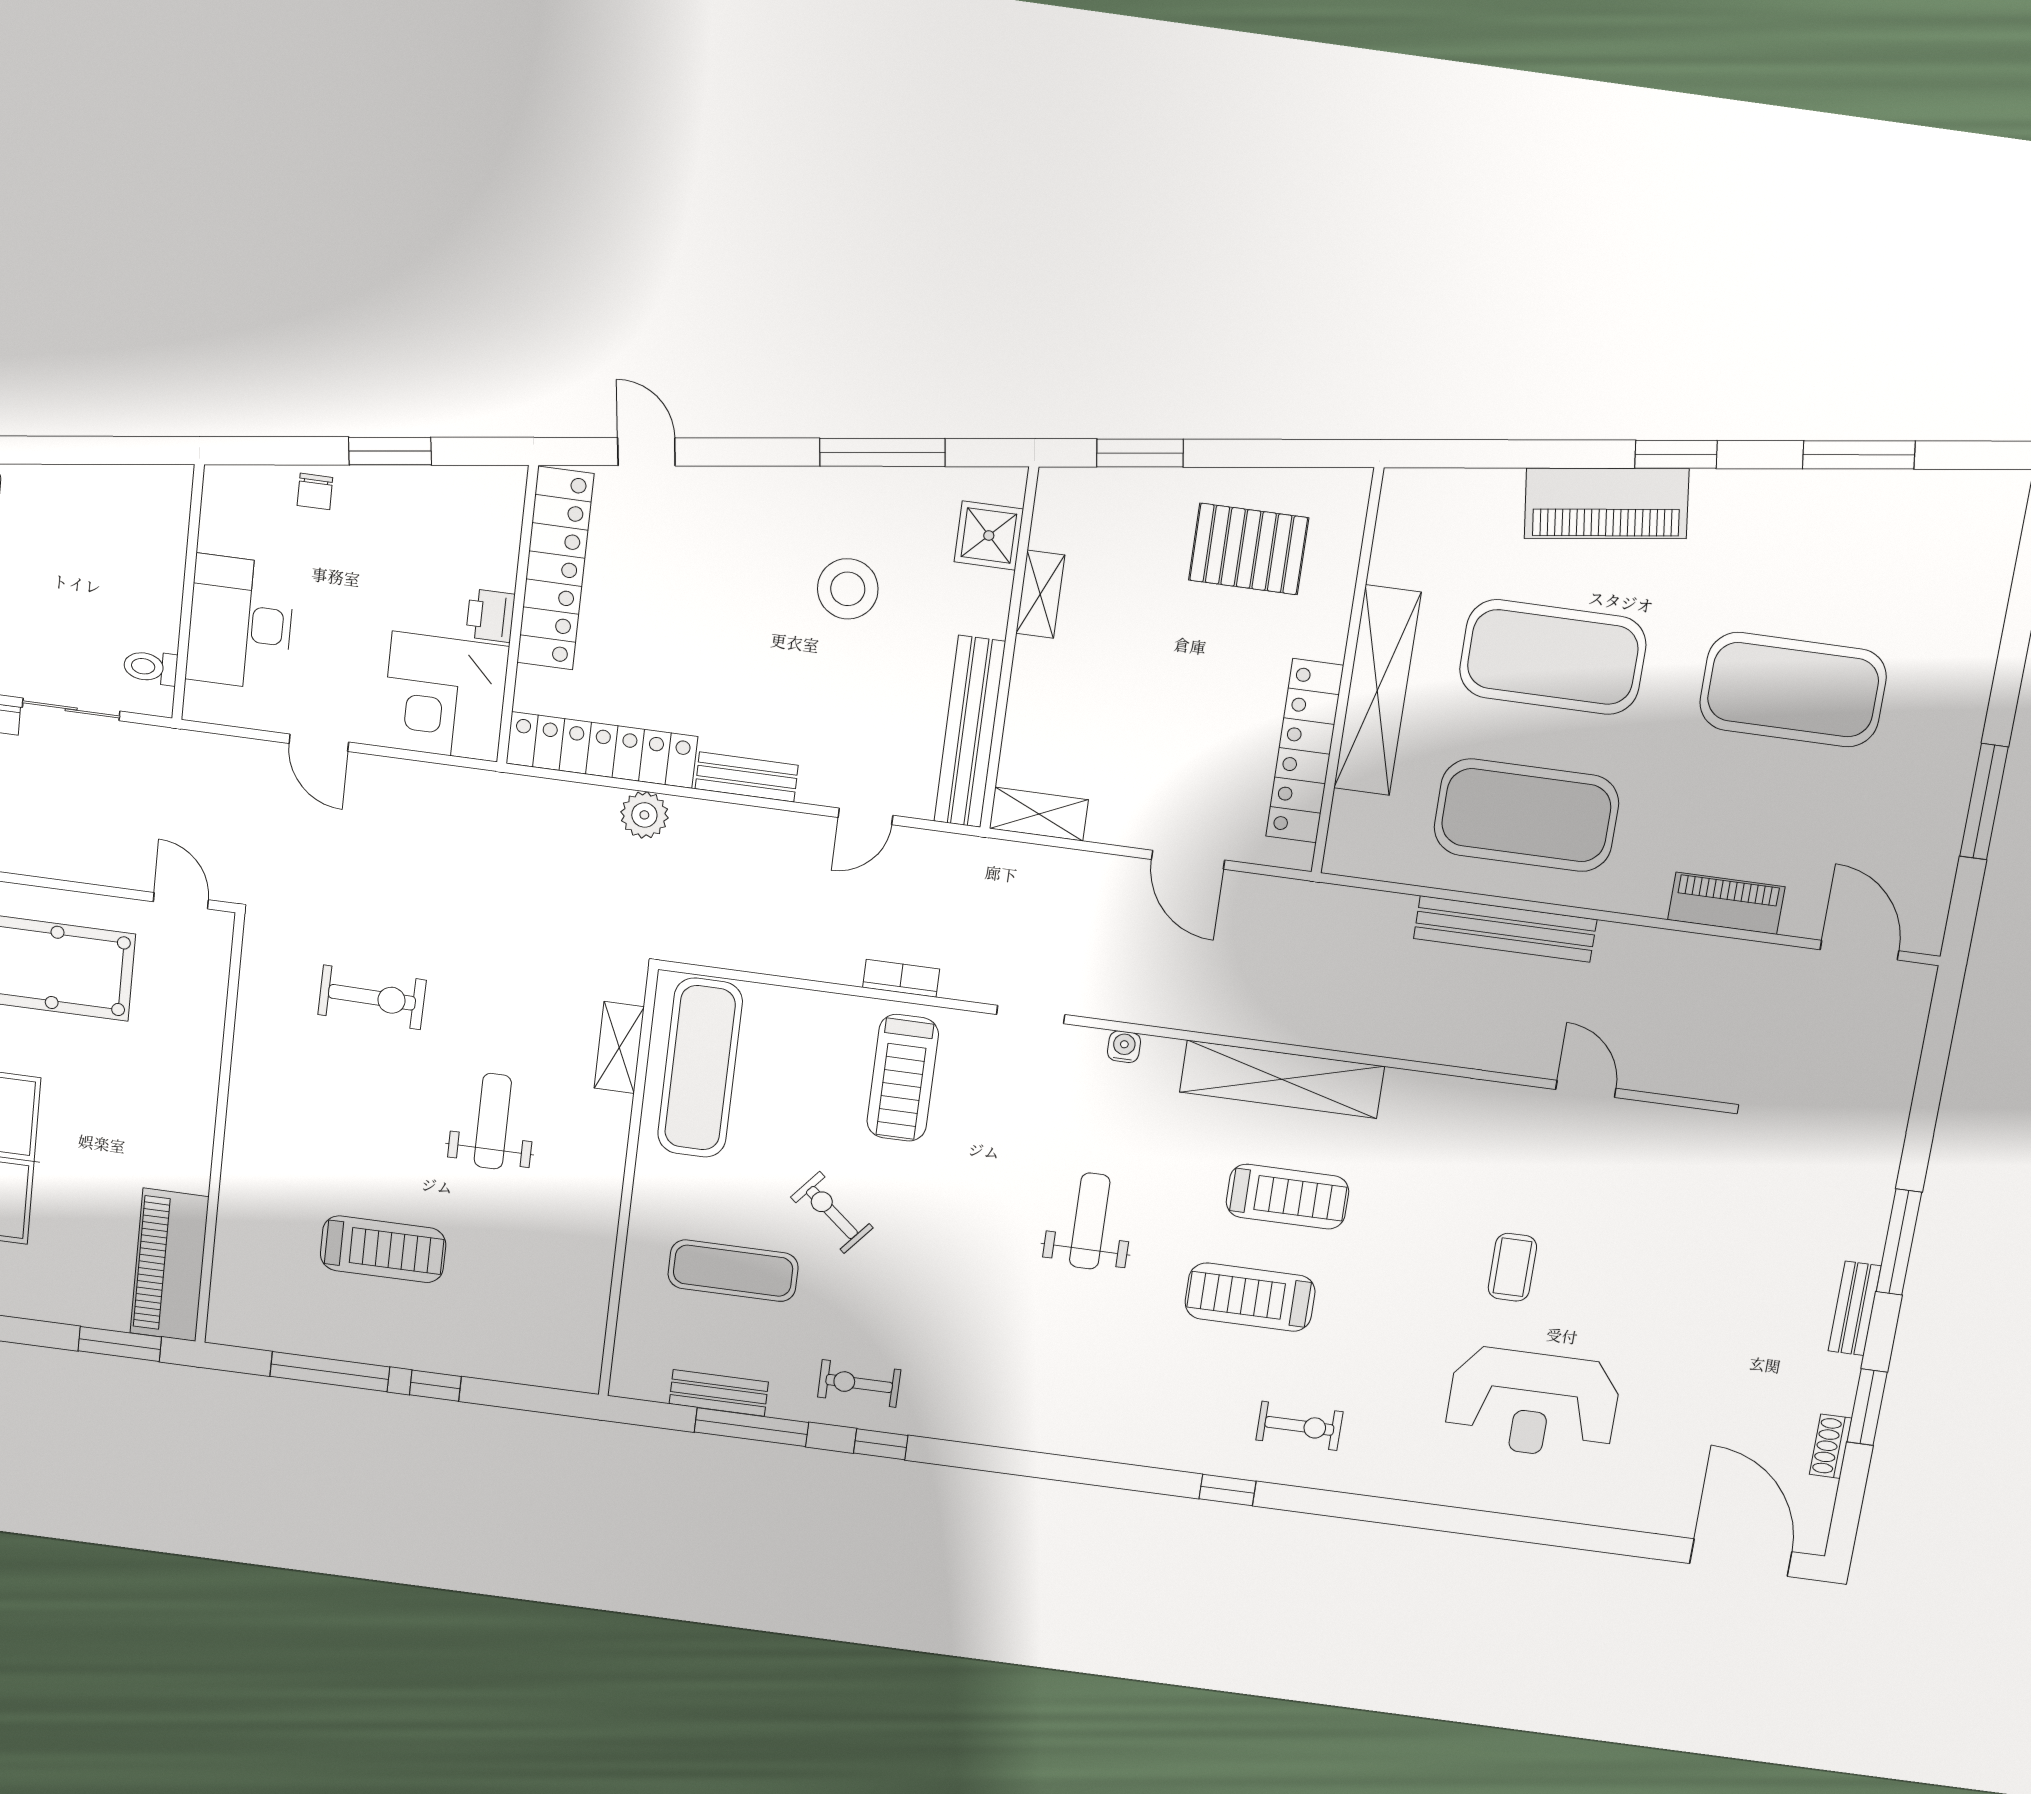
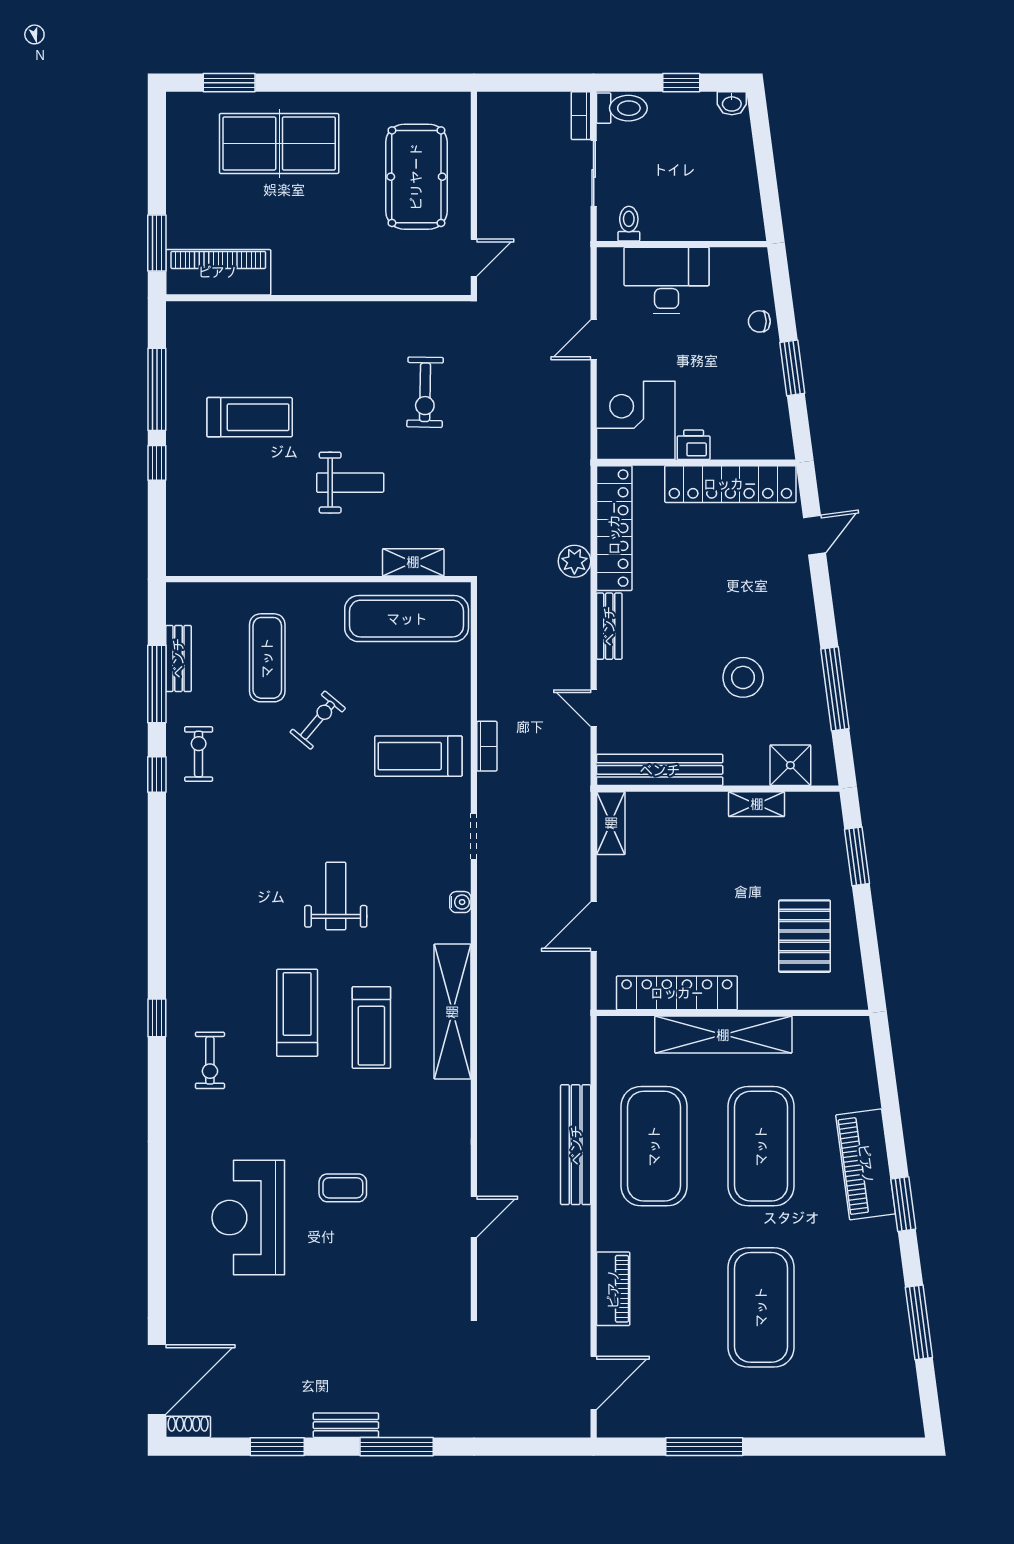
weight bench: (1090, 1221) -> (336, 896), turned -90
treadmill: (383, 1249) -> (250, 417), turned -90
shoe rack: (1831, 1446) -> (188, 1427), moved

